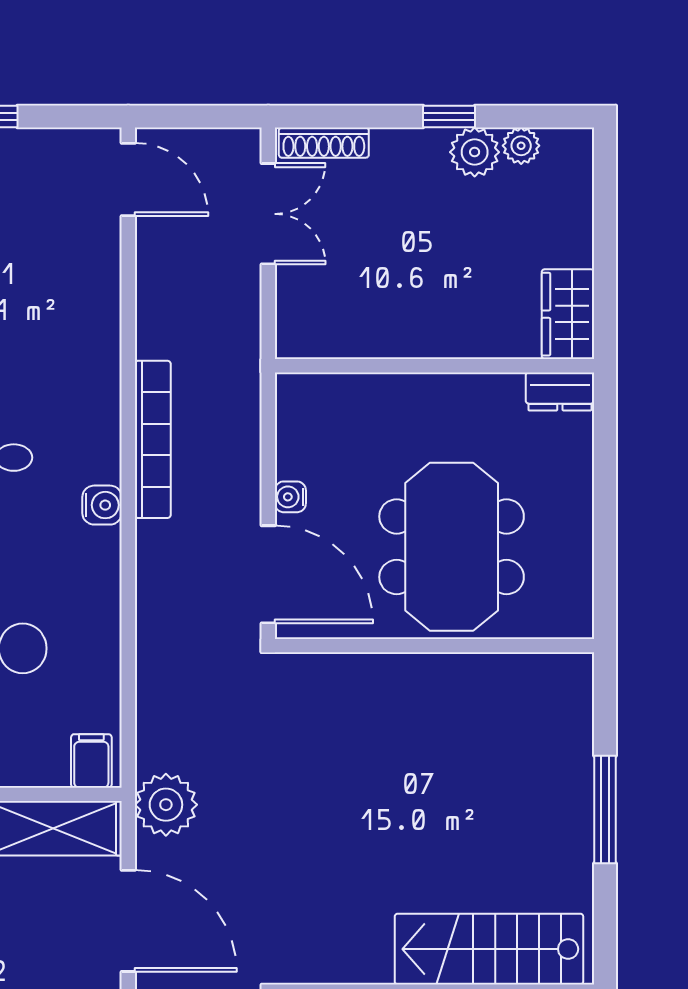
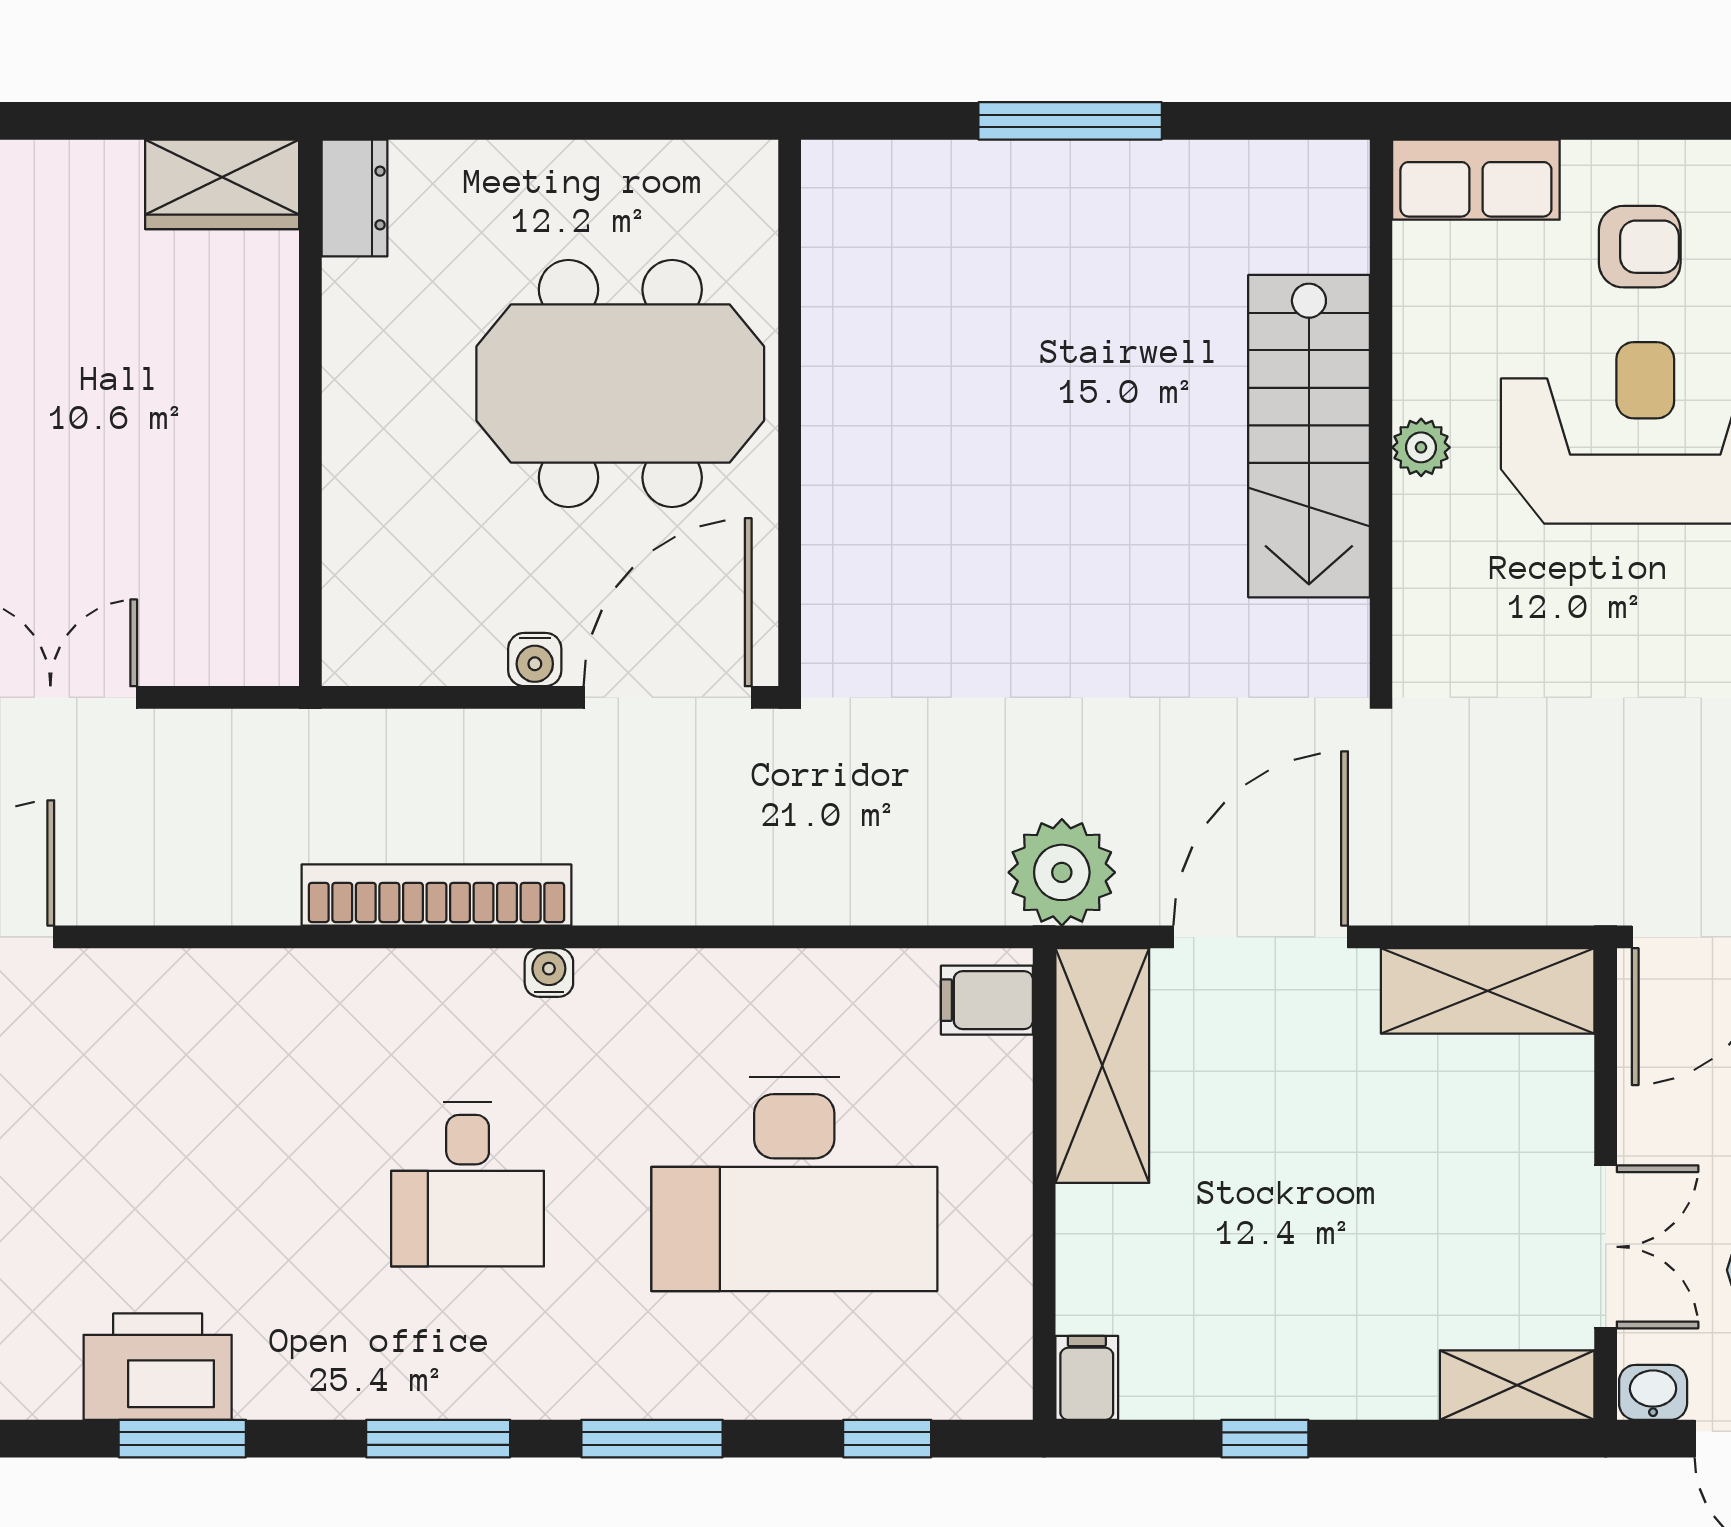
water cooler: (102, 505) -> (549, 973), width x0.72, depth x0.72
stairs: (489, 949) -> (1309, 436), moved

